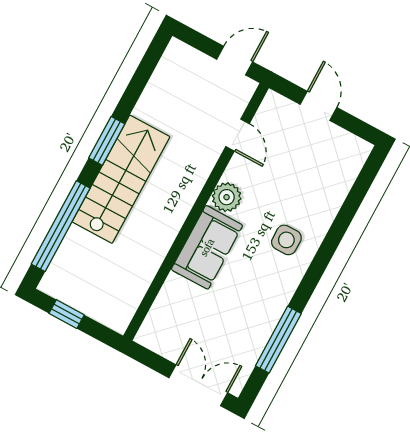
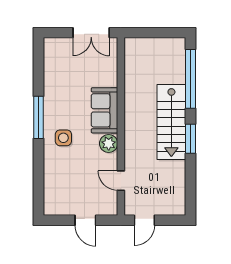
window: (67, 314) -> (161, 33), removed
window: (278, 340) -> (38, 117), moved
double door: (198, 385) -> (91, 33), moved

